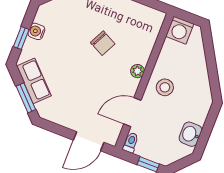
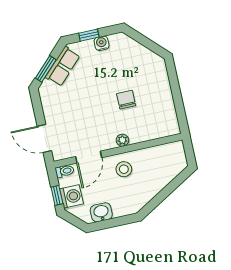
washing machine: (180, 30) -> (71, 196), moved, turned 180
chair: (103, 43) -> (126, 100), turned 153
door: (132, 112) -> (89, 157), swing flipped

